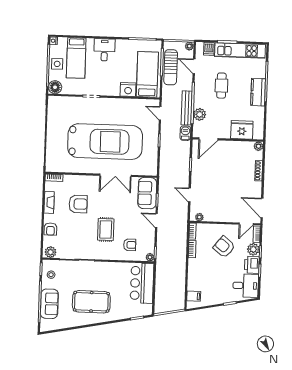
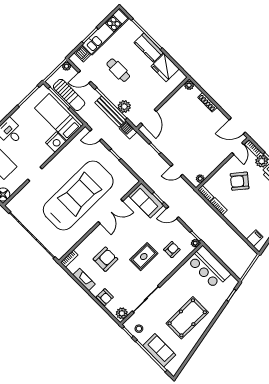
fridge: (242, 130) -> (165, 68), moved, turned -90
rug: (106, 230) -> (144, 257), turned 90

